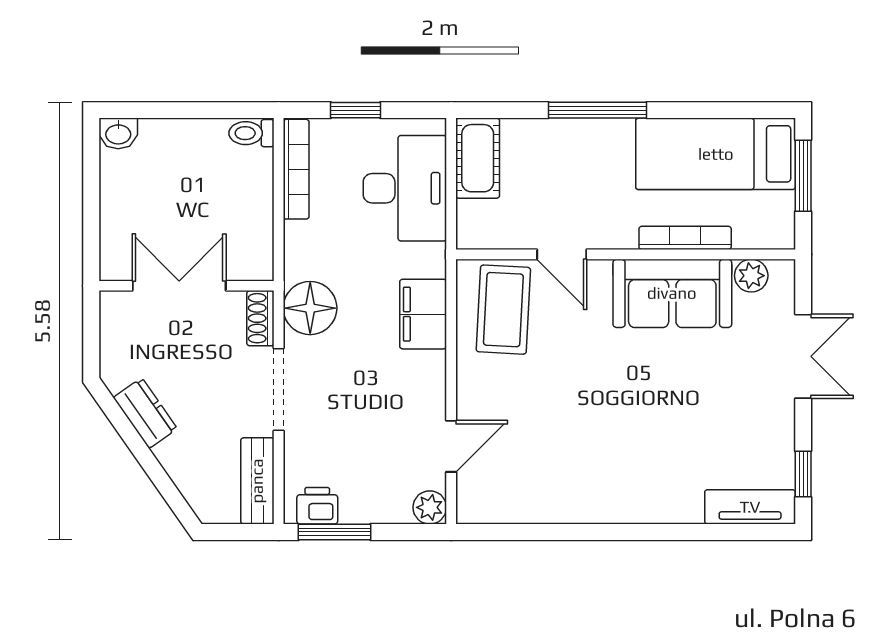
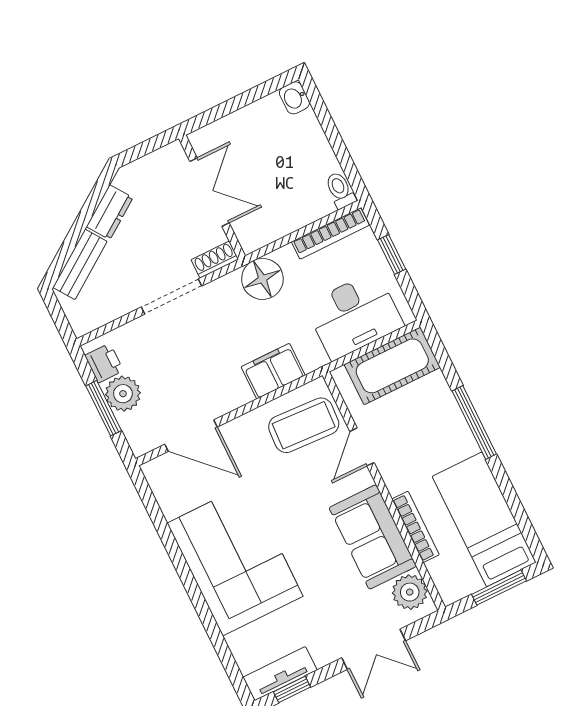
cot: (478, 158) -> (392, 366), width x1.37, depth x1.34
plant: (751, 276) -> (410, 592), width x1.38, depth x1.38
floor lamp: (310, 308) -> (262, 279), moved
door: (451, 446) -> (191, 436), width x1.38
corner sofa: (620, 466) -> (235, 560), added
bench: (257, 481) -> (80, 264), moved, turned -35
plant: (430, 507) -> (123, 394), moved, width x1.38, depth x1.38
tv unit: (750, 507) -> (280, 674), moved, turned -90
window: (334, 532) -> (104, 408), moved

